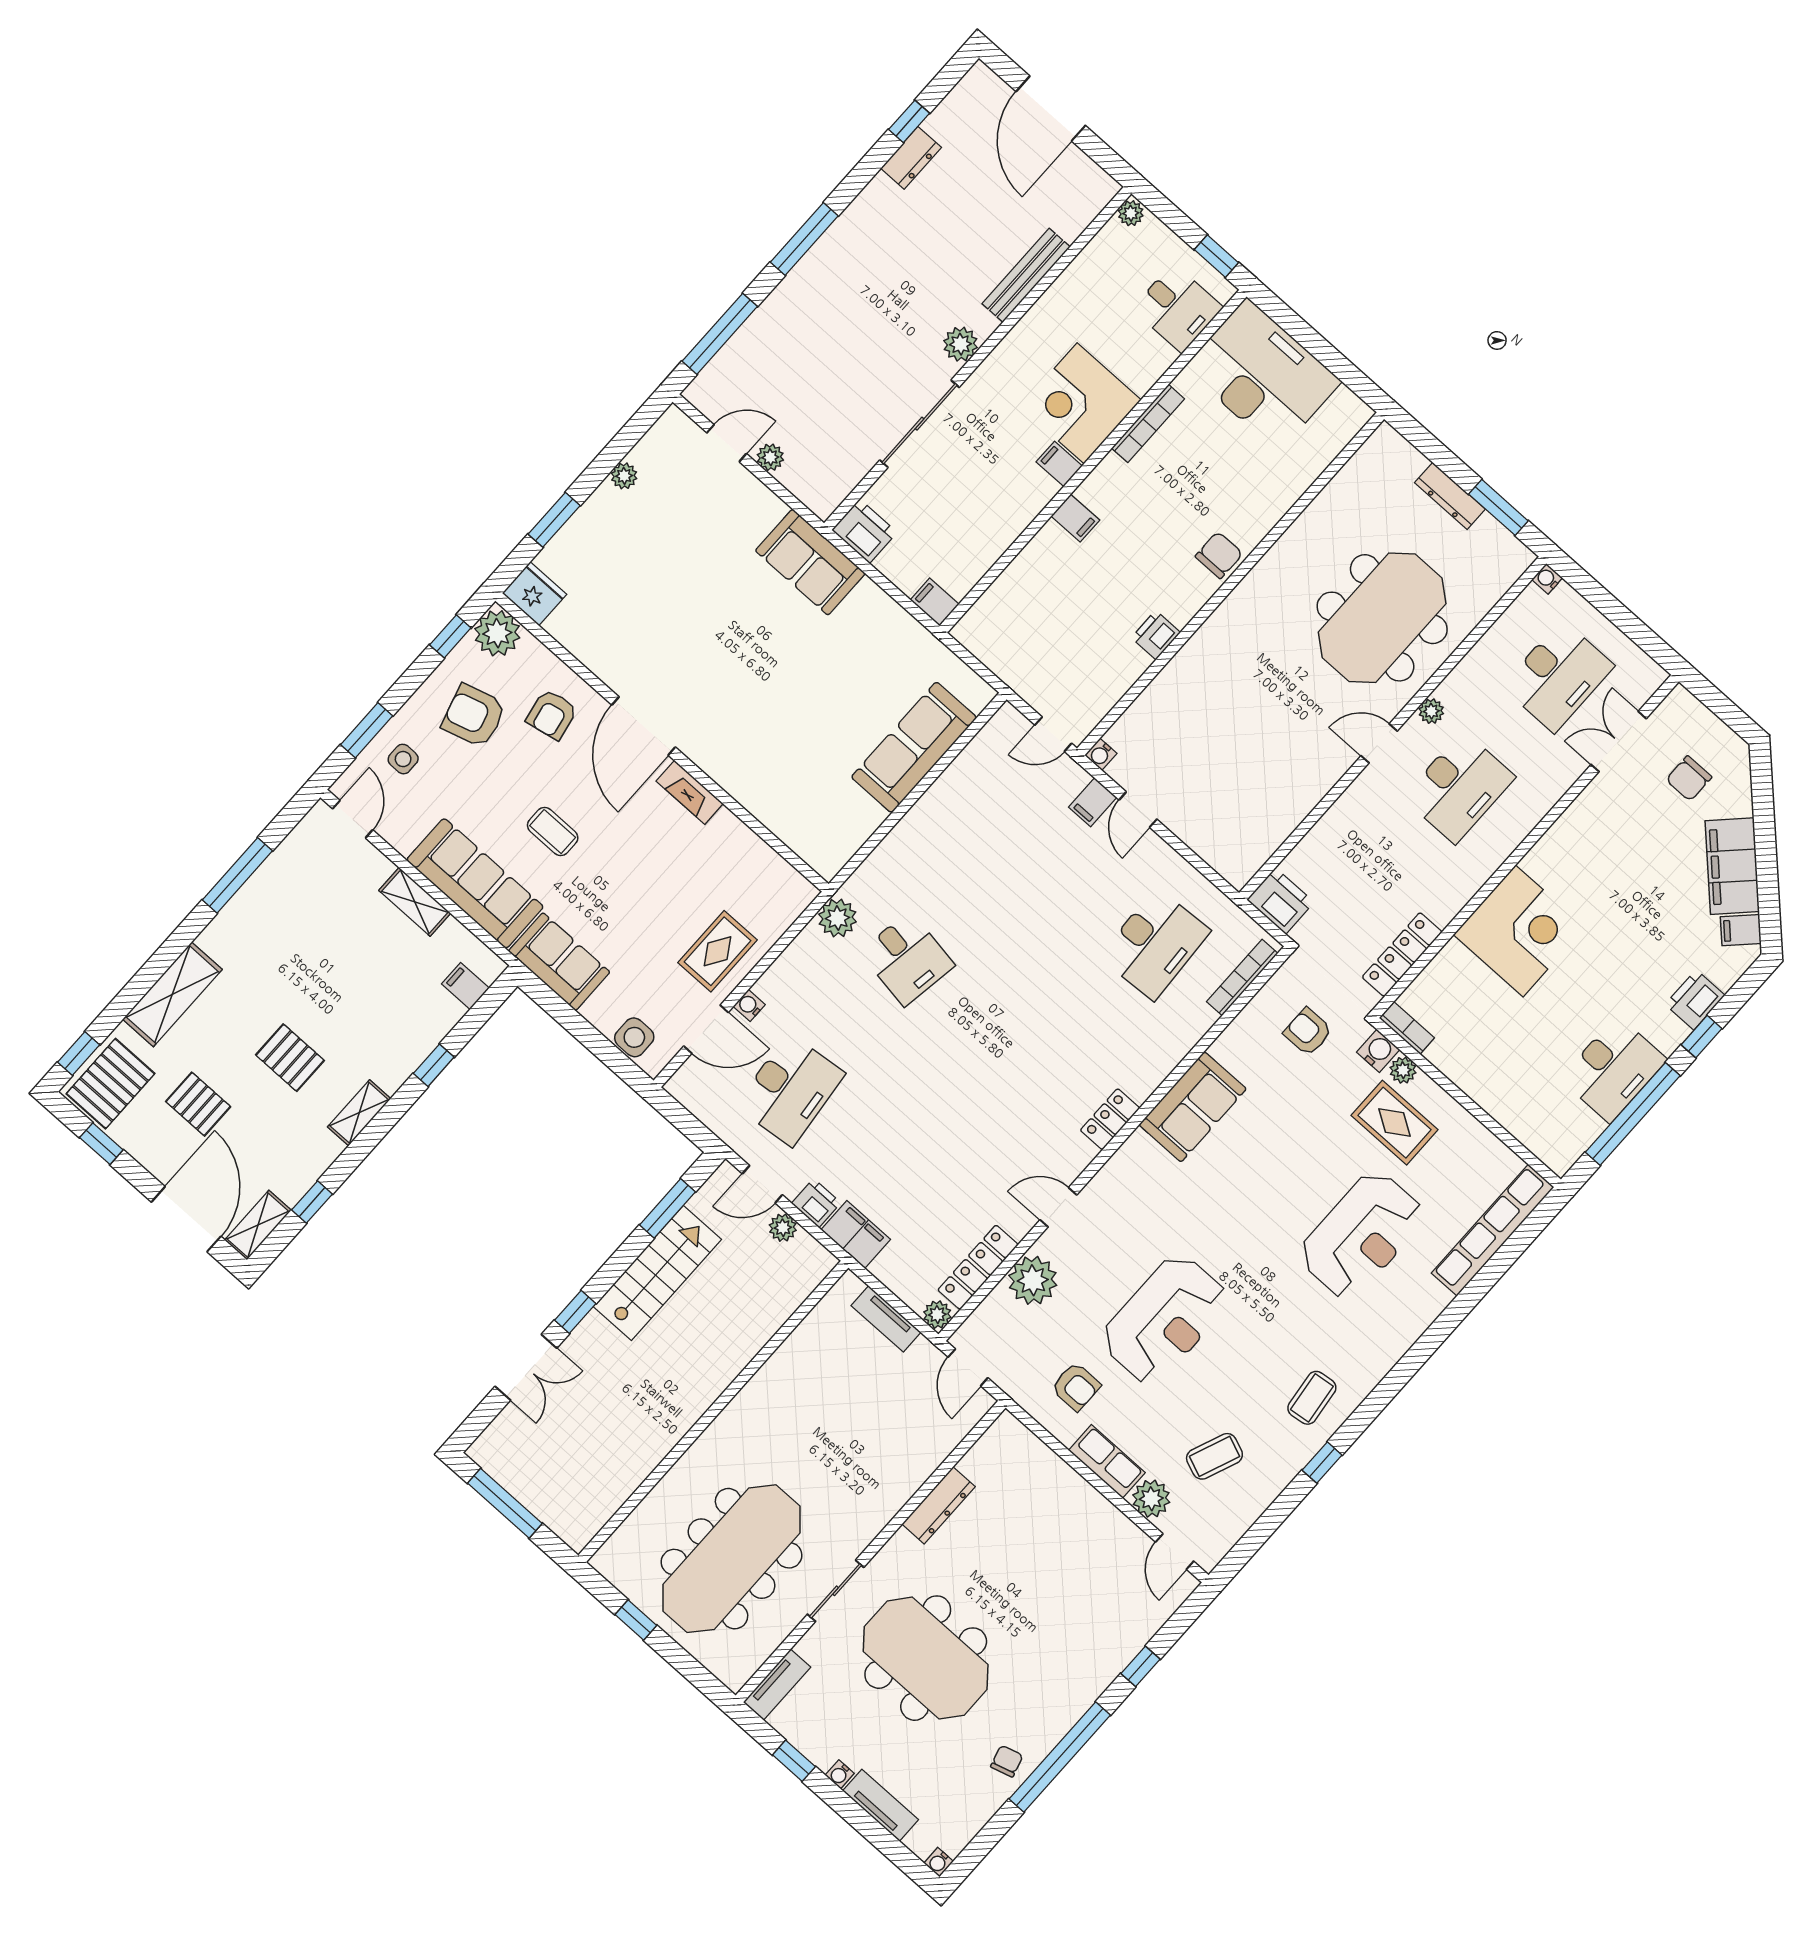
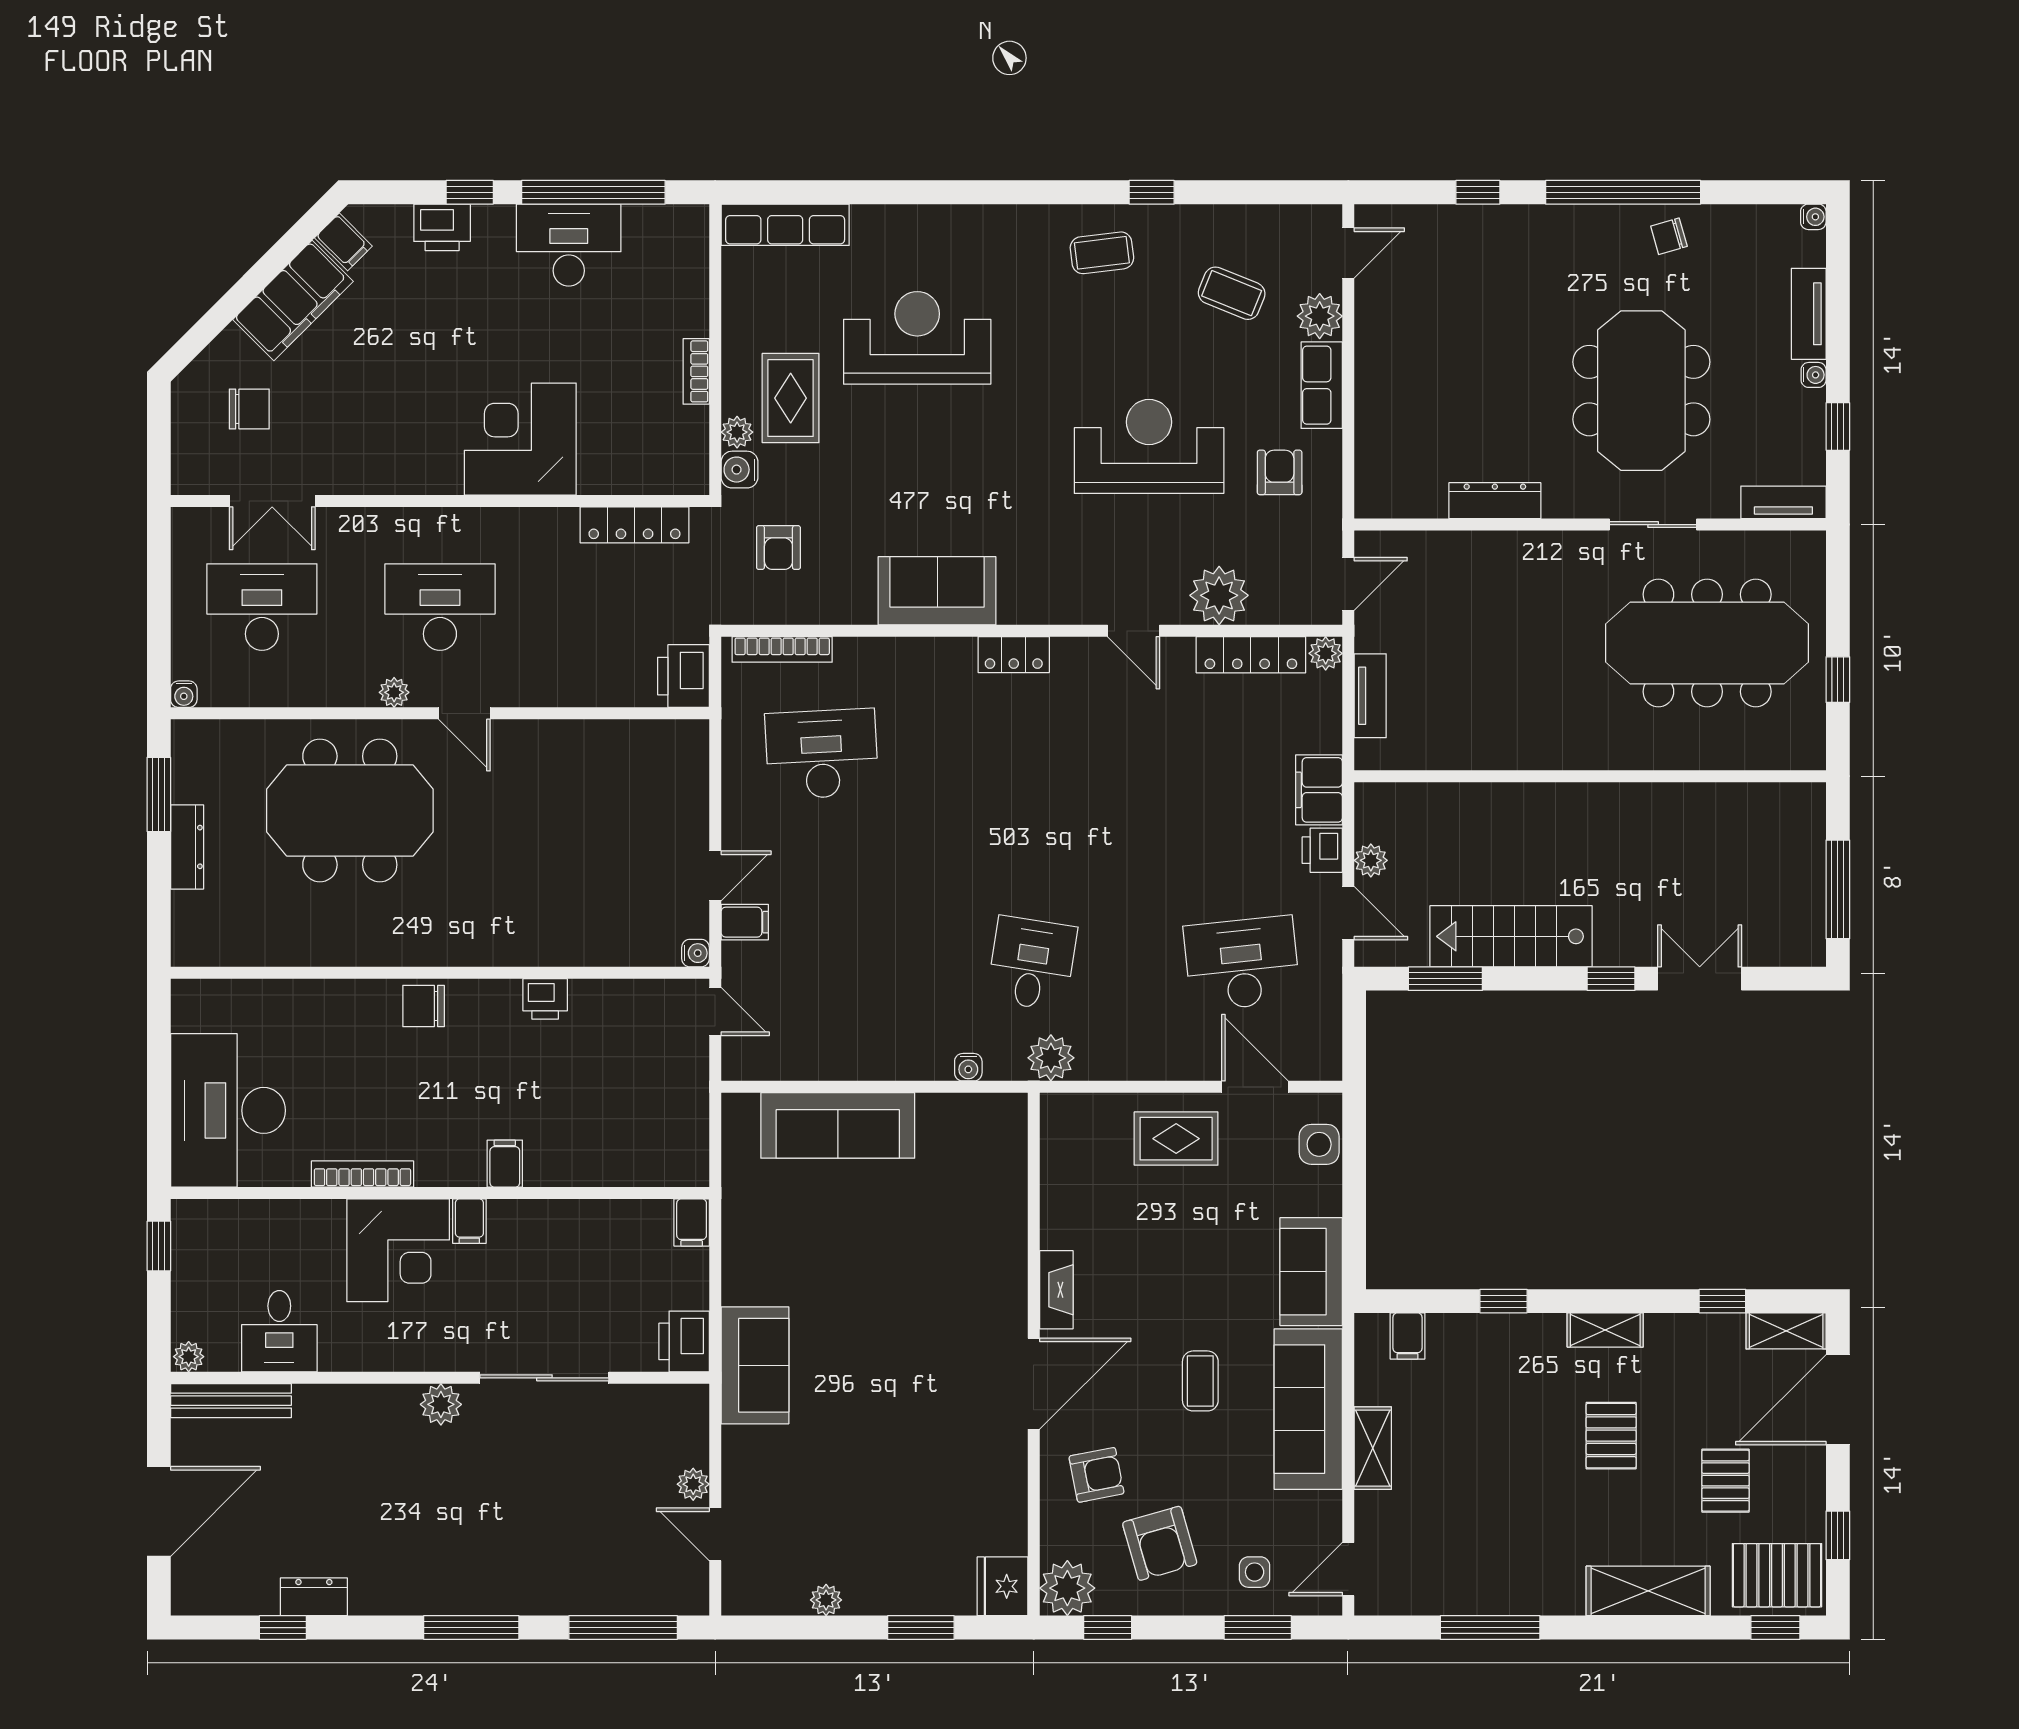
bench: (1026, 275) -> (231, 1401), moved
desk: (1177, 308) -> (279, 1331), moved, turned 180
water cooler: (749, 1005) -> (968, 1067), moved
bookcase: (1407, 1028) -> (696, 371), moved
row of seats: (1493, 1230) -> (785, 225), width x0.73

